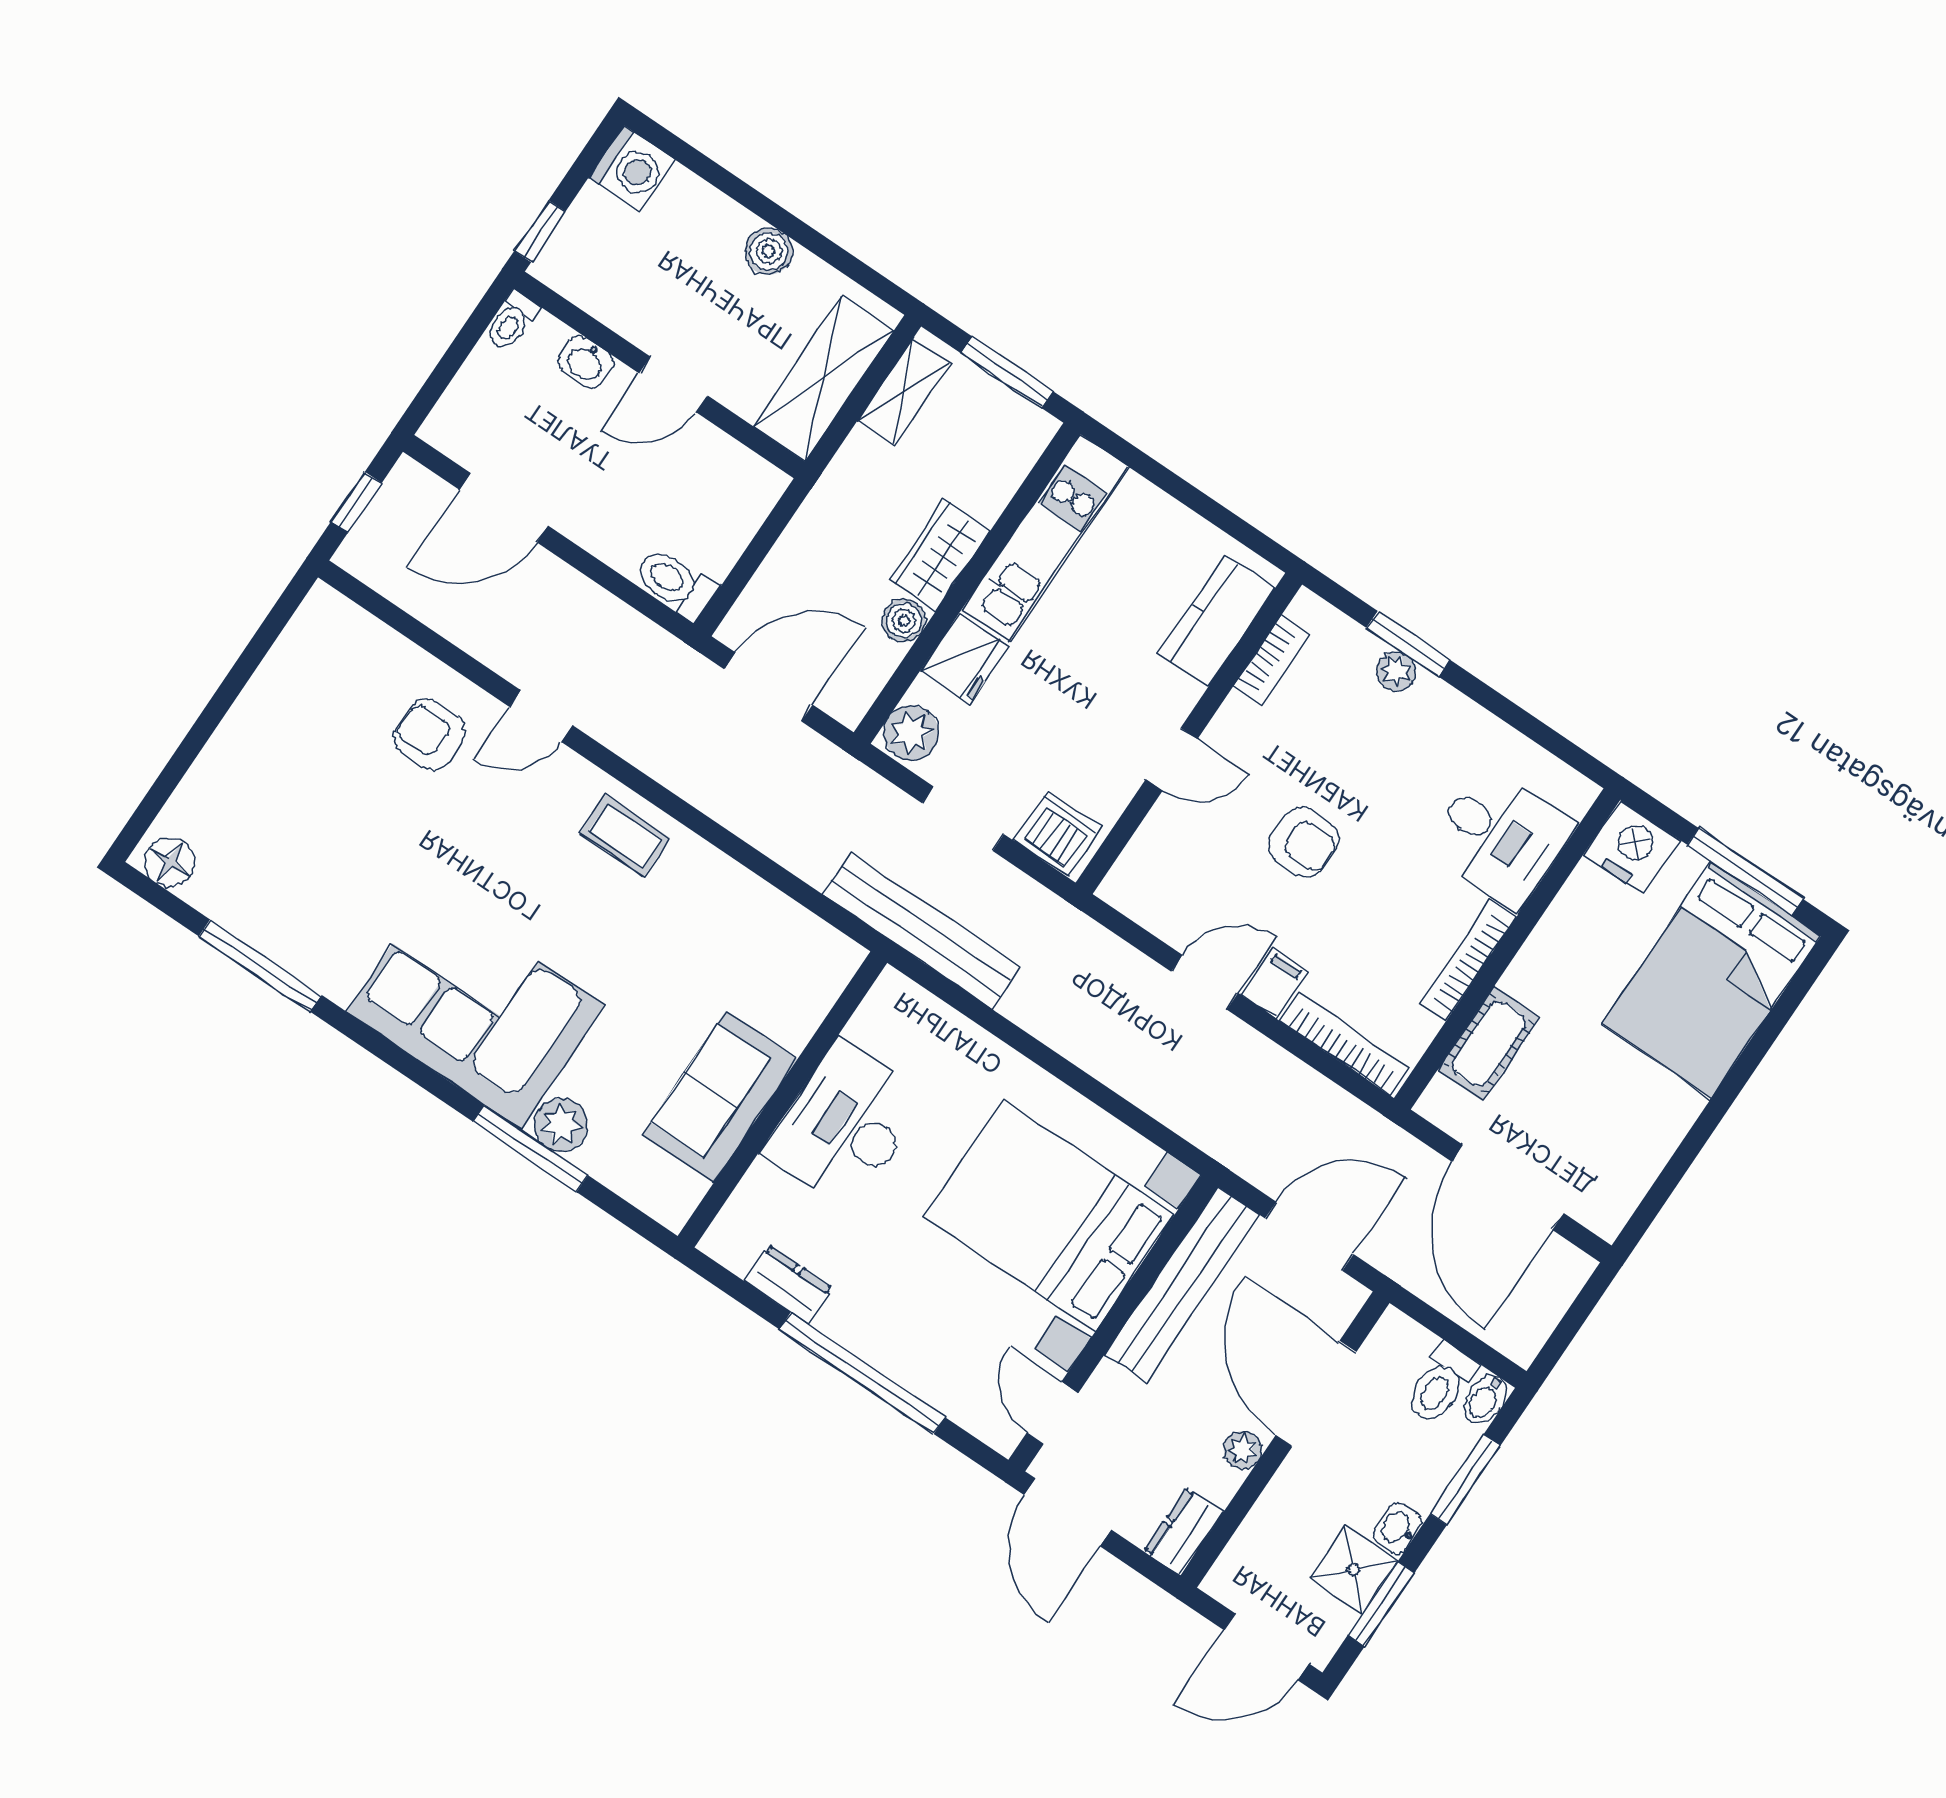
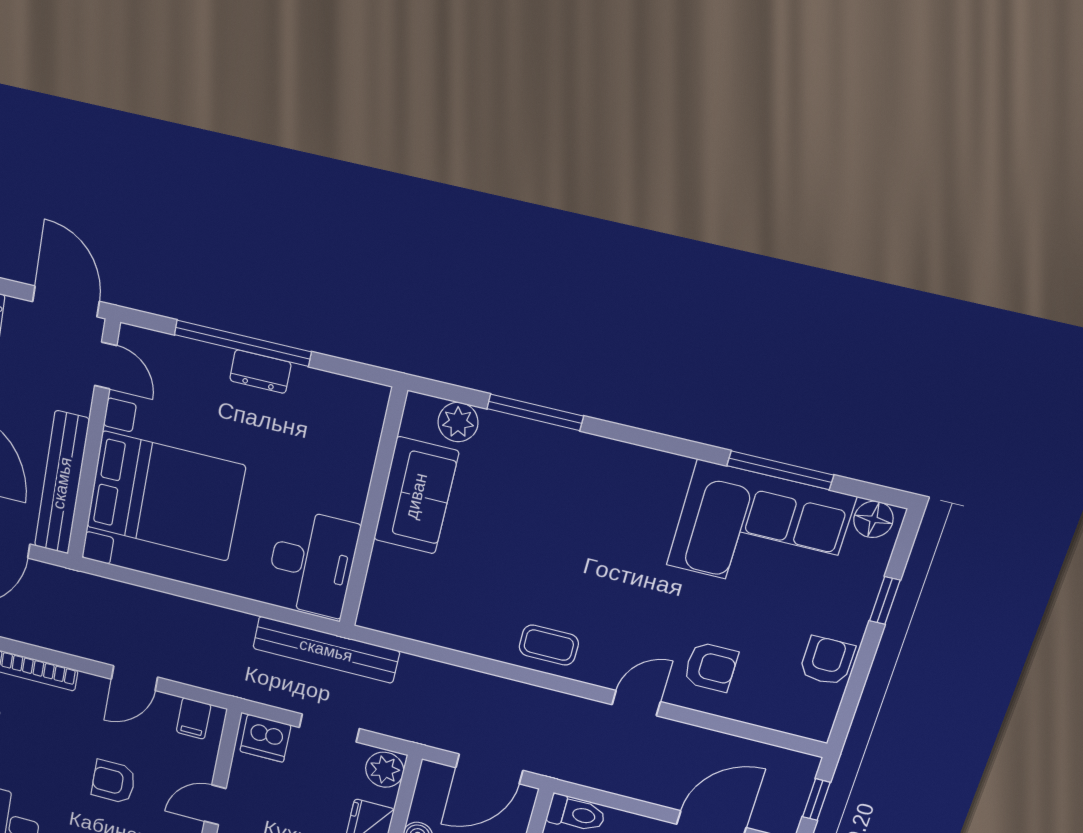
armchair: (283, 693) -> (827, 661), added
window: (188, 751) -> (885, 600), added
filing cabinet: (1275, 983) -> (194, 718), moved
corner sofa: (476, 1009) -> (760, 531), moved
plant: (561, 1125) -> (458, 422), moved
desk: (845, 1125) -> (312, 563), moved
dresser: (788, 1284) -> (260, 372), moved

